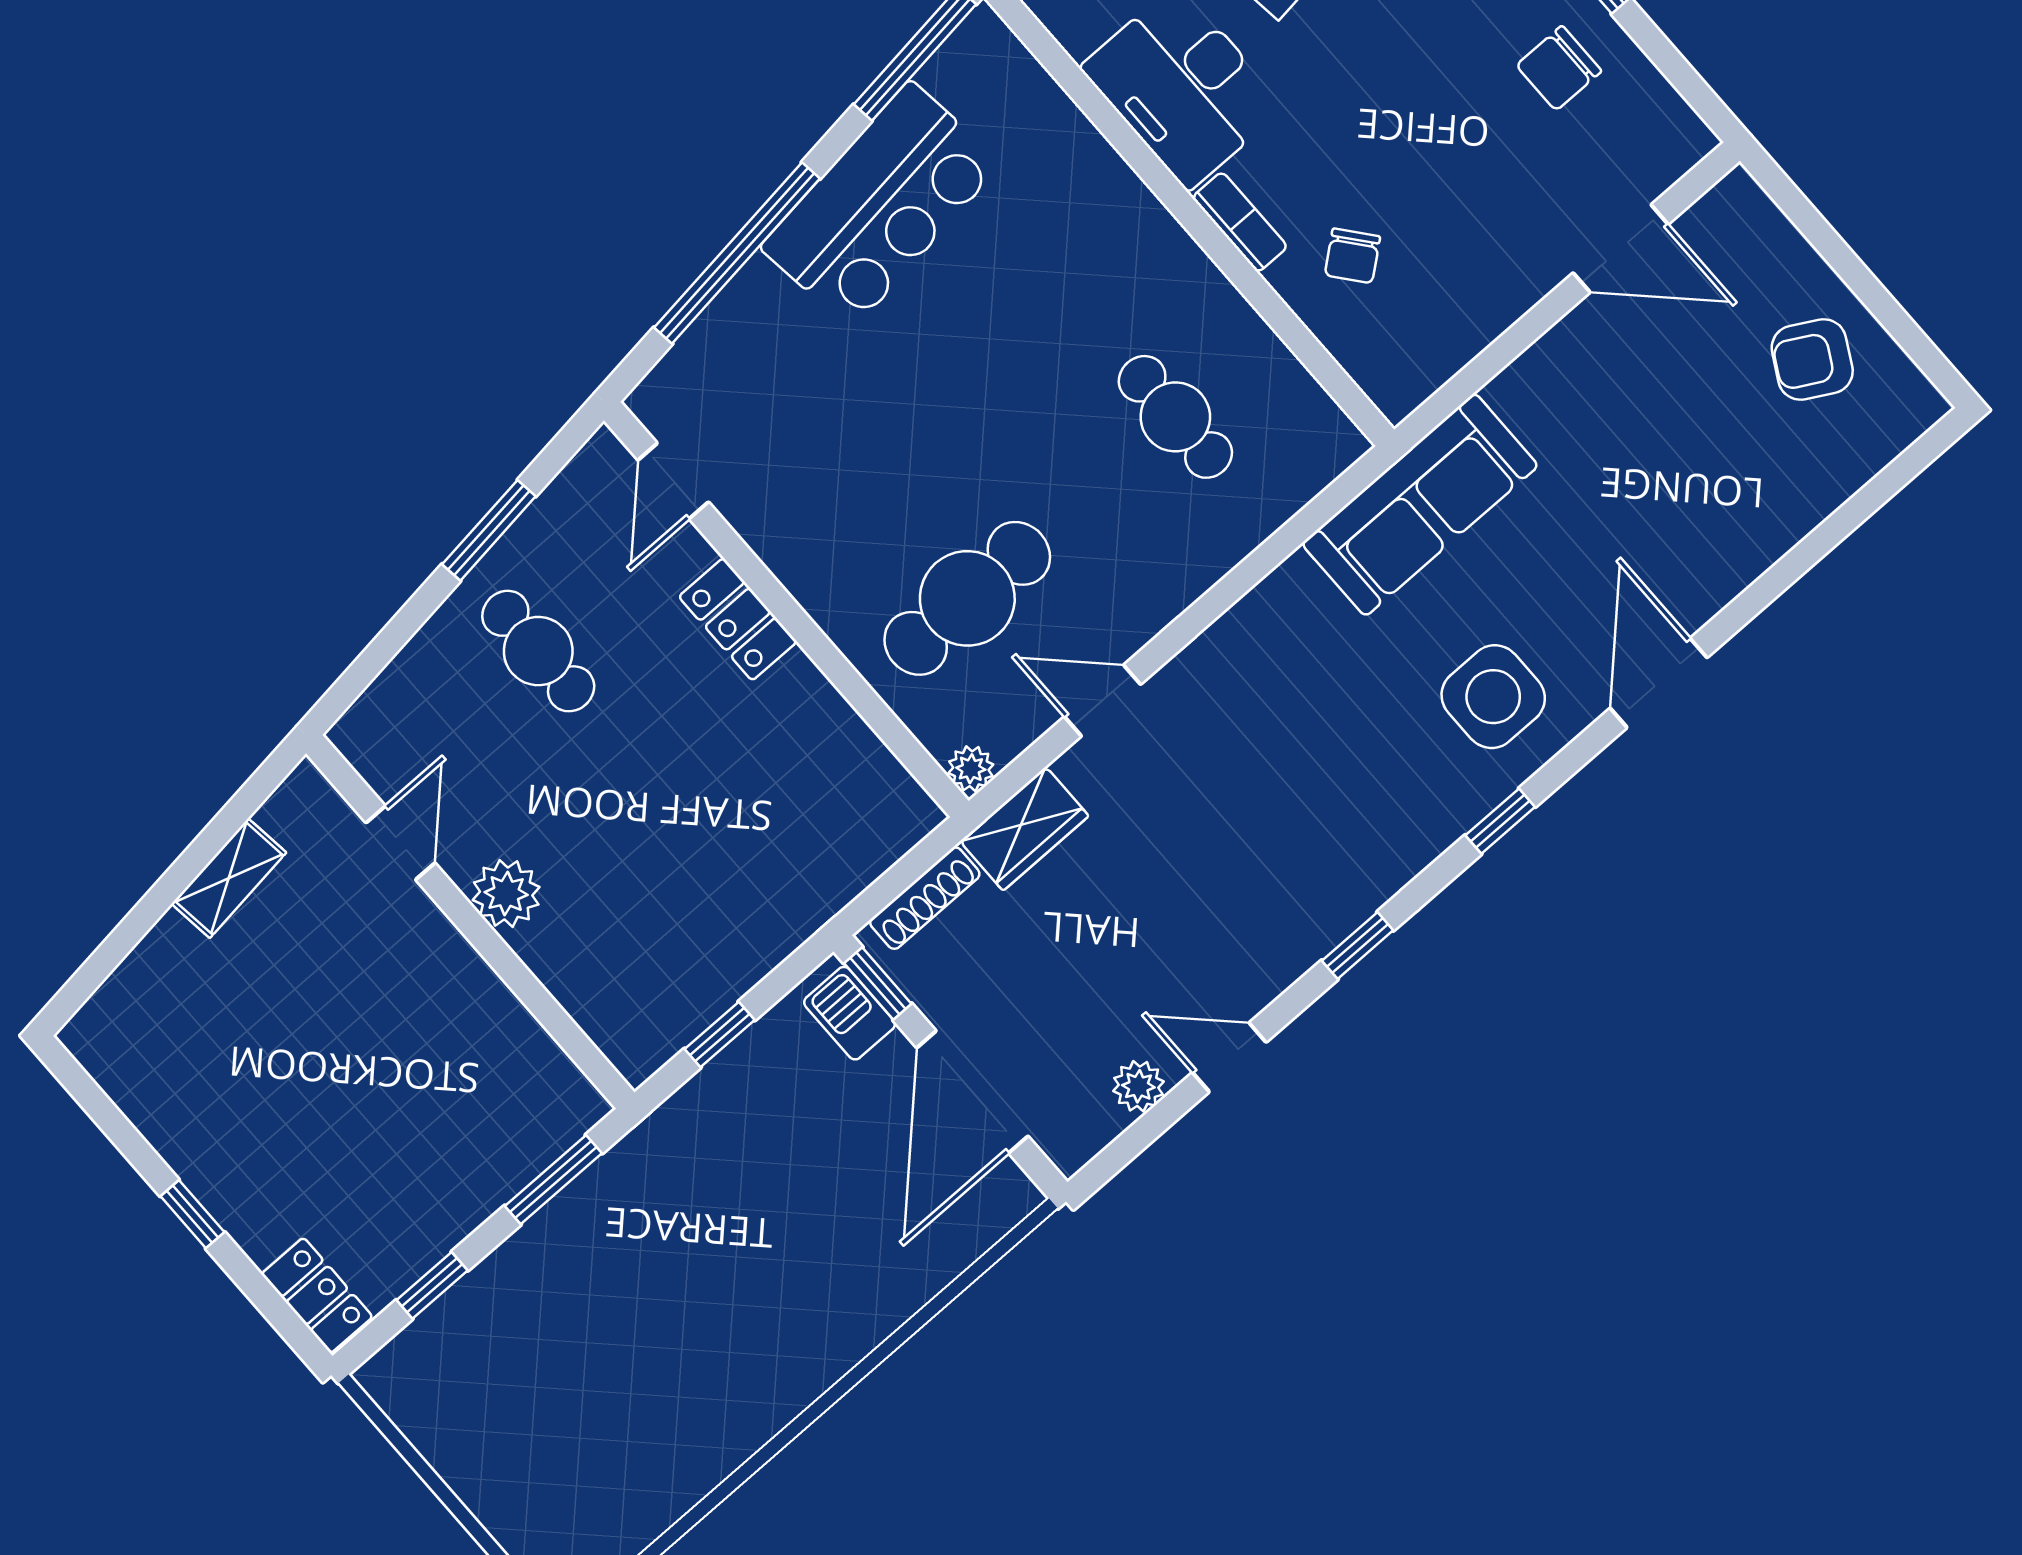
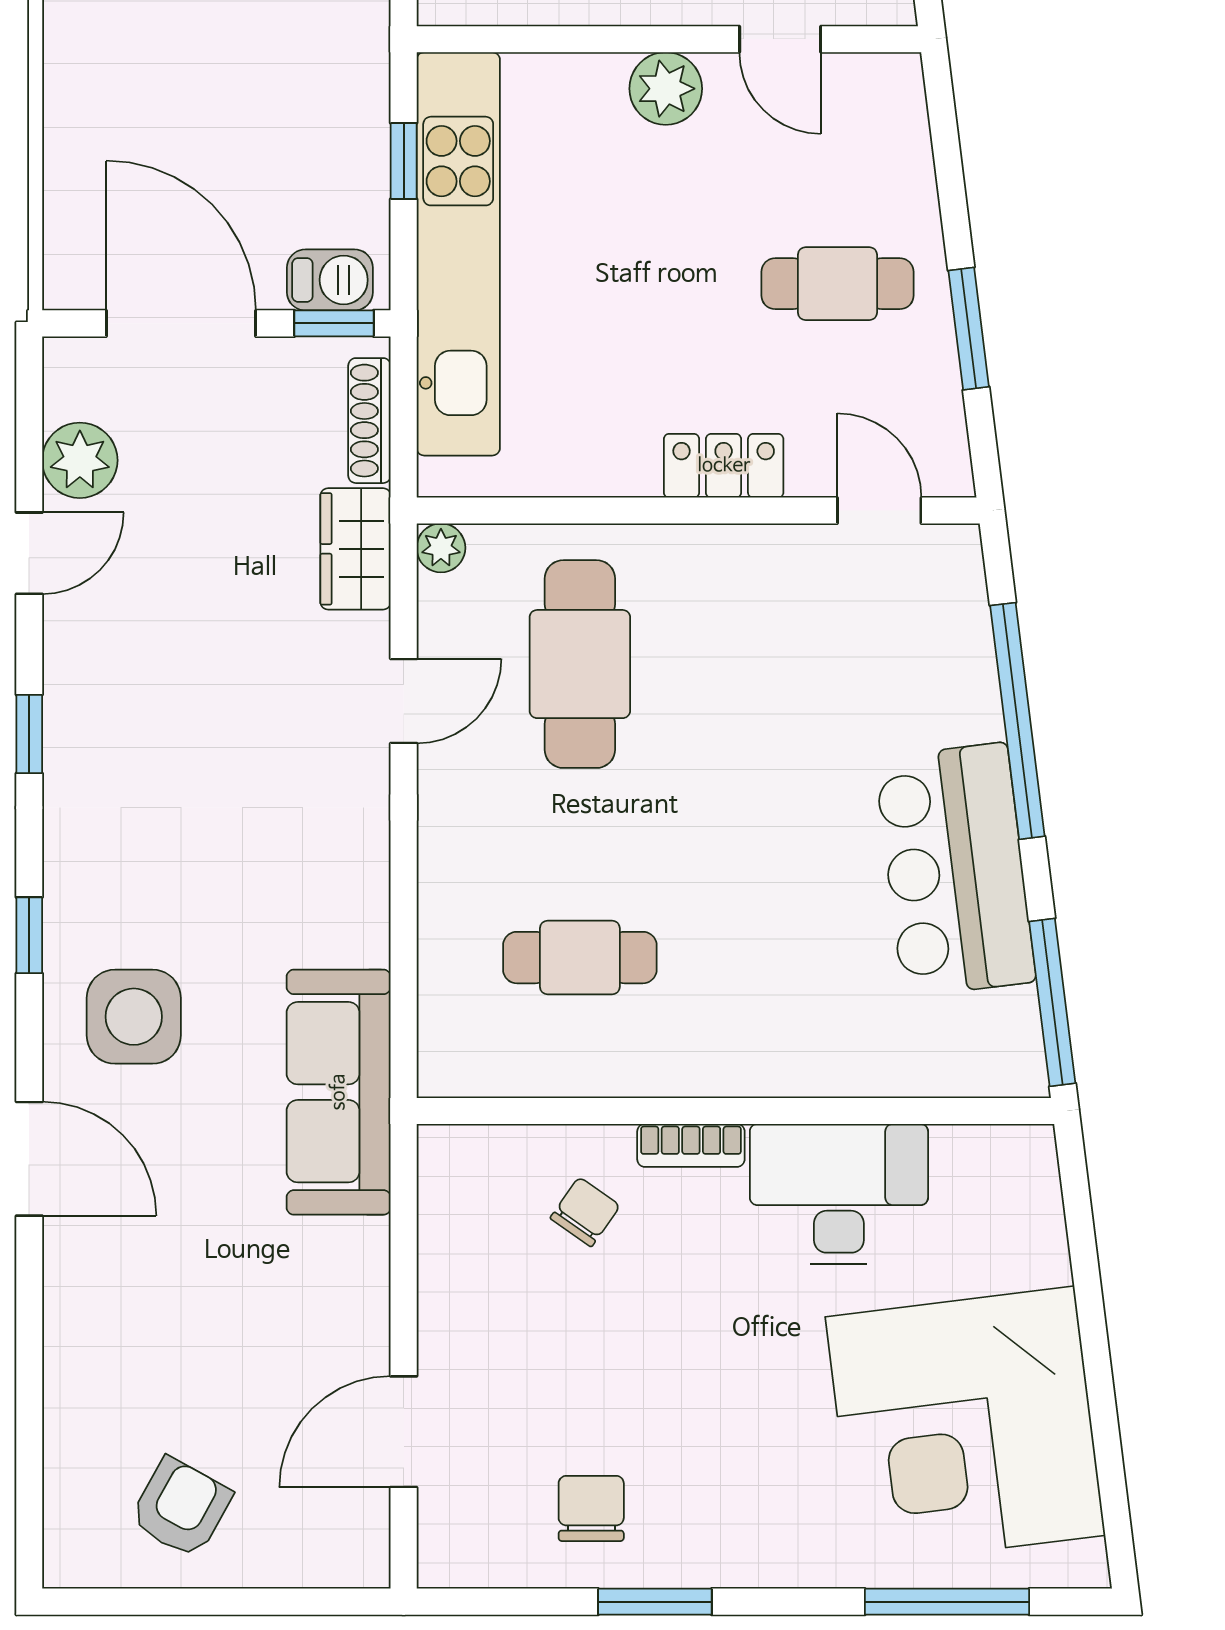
chair: (1352, 256) -> (585, 1212), turned 74
kitchen unit: (752, 938) -> (458, 254), added
plant: (1138, 1086) -> (80, 460), width x1.38, depth x1.38

